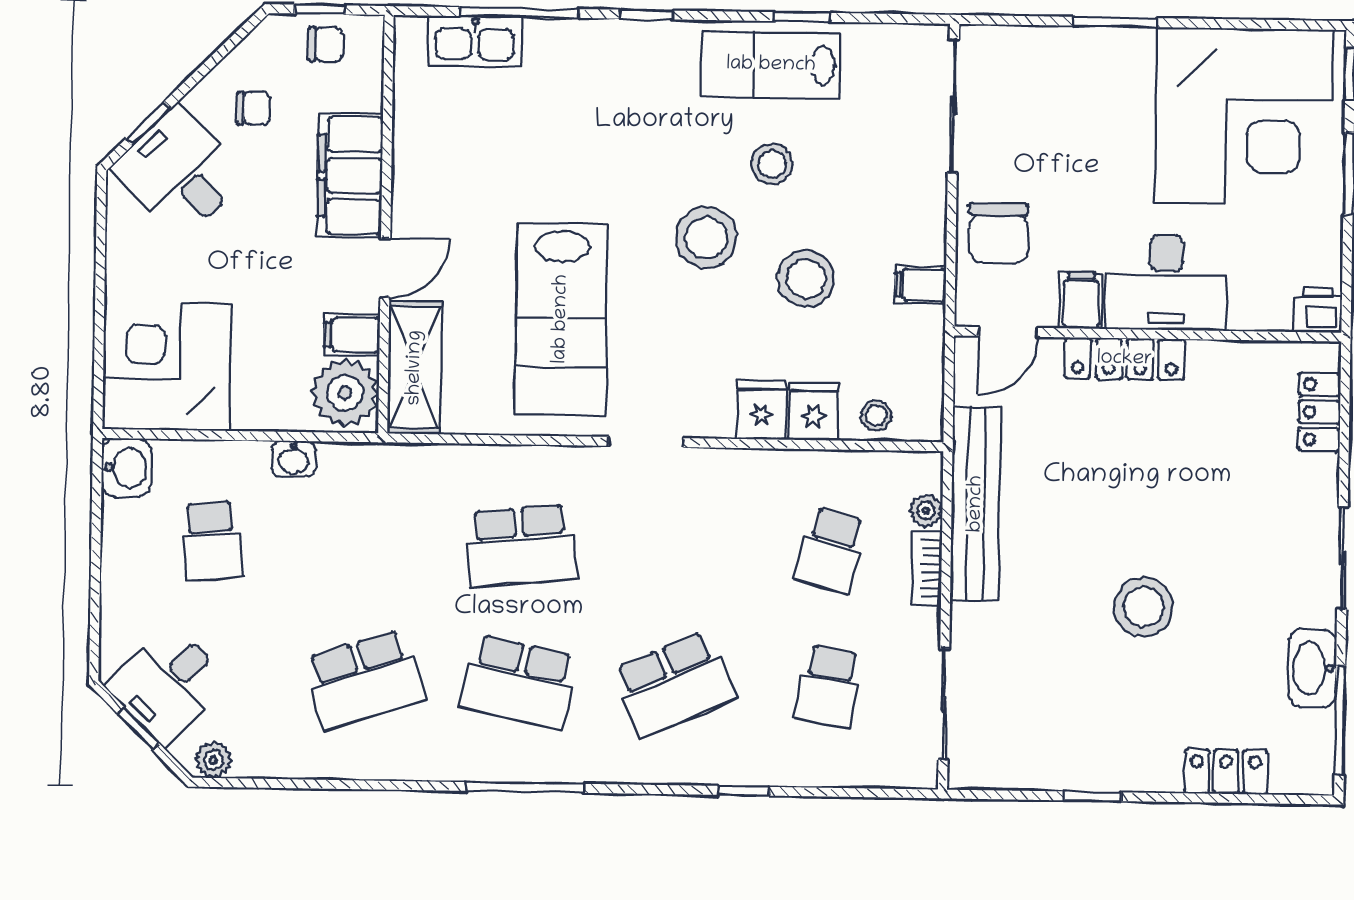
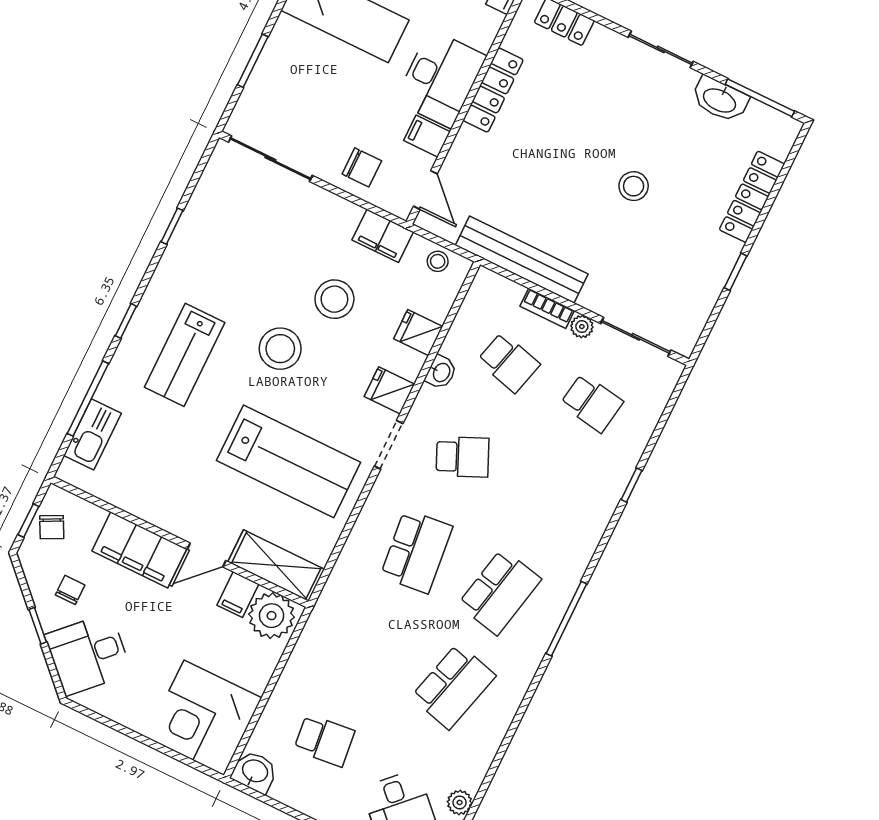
window: (1115, 22) -> (253, 61), moved
chair: (326, 45) -> (52, 527), turned 153
lab bench: (771, 65) -> (185, 355), moved
window: (148, 124) -> (38, 626), moved
stool: (772, 164) -> (254, 287), removed
chair: (999, 233) -> (362, 167), width x0.73, depth x0.73
door: (385, 268) -> (207, 555), swing flipped
filing cabinet: (921, 285) -> (383, 236), width x2.00
locker: (1125, 359) -> (493, 90), moved
fridge: (761, 410) -> (389, 390), moved
stool: (876, 416) -> (438, 261), moved
washbasin: (294, 459) -> (441, 372), moved
plant: (926, 511) -> (582, 327), moved
stool: (1143, 607) -> (634, 186), width x0.73, depth x0.73
school desk: (364, 679) -> (453, 686), turned 33
school desk: (674, 684) -> (463, 457), moved, width x0.54
locker: (1226, 772) -> (752, 197), width x1.53

